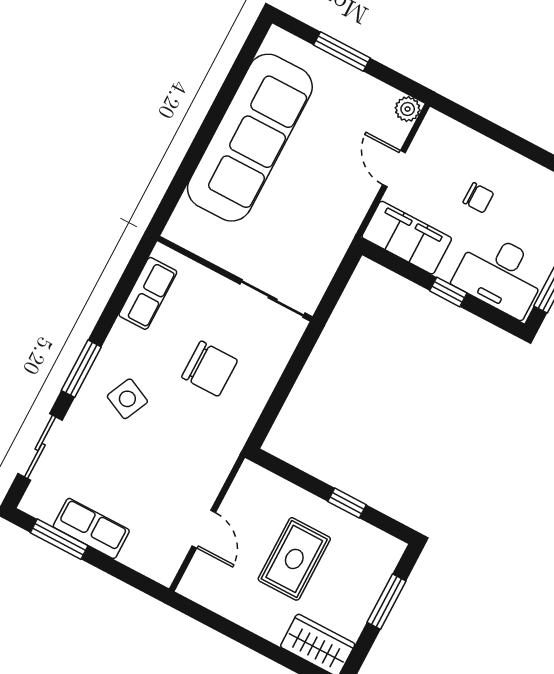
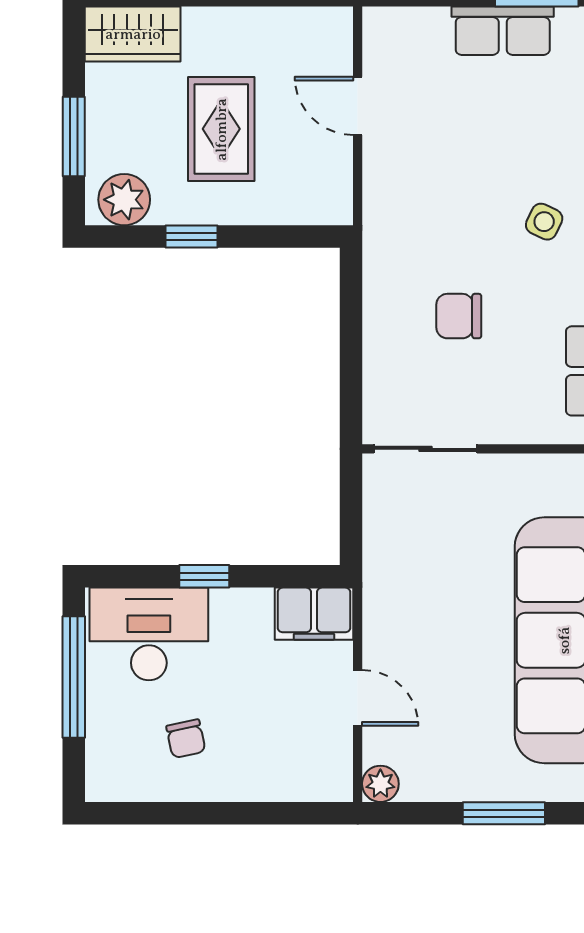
chair: (478, 198) -> (186, 739), moved, turned -102
filing cabinet: (407, 238) -> (314, 614), width x0.67, depth x0.86
chair: (210, 369) -> (459, 316), width x0.73, depth x0.73
side table: (127, 399) -> (544, 222), width x0.73, depth x0.73
plant: (376, 547) -> (124, 200), added

